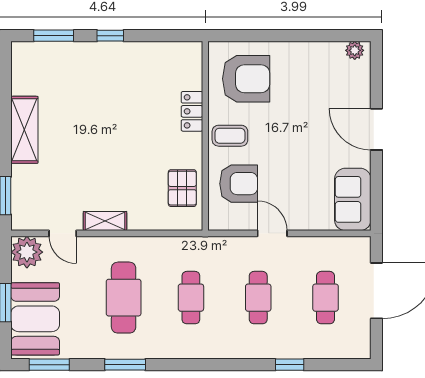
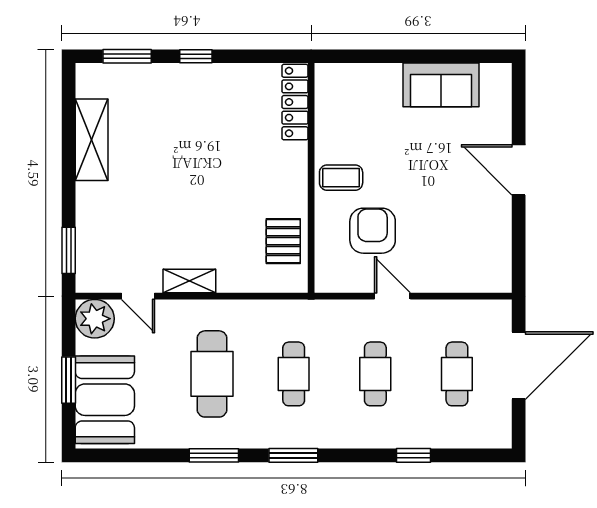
plant: (355, 50) -> (492, 74), removed
armchair: (246, 79) -> (361, 108), removed
locker: (192, 111) -> (295, 102), moved, width x1.53
shelving: (24, 130) -> (92, 140), moved
armchair: (239, 184) -> (373, 231), moved, turned -90
sofa: (353, 199) -> (441, 85), moved, turned -90
window: (49, 365) -> (293, 455), moved

